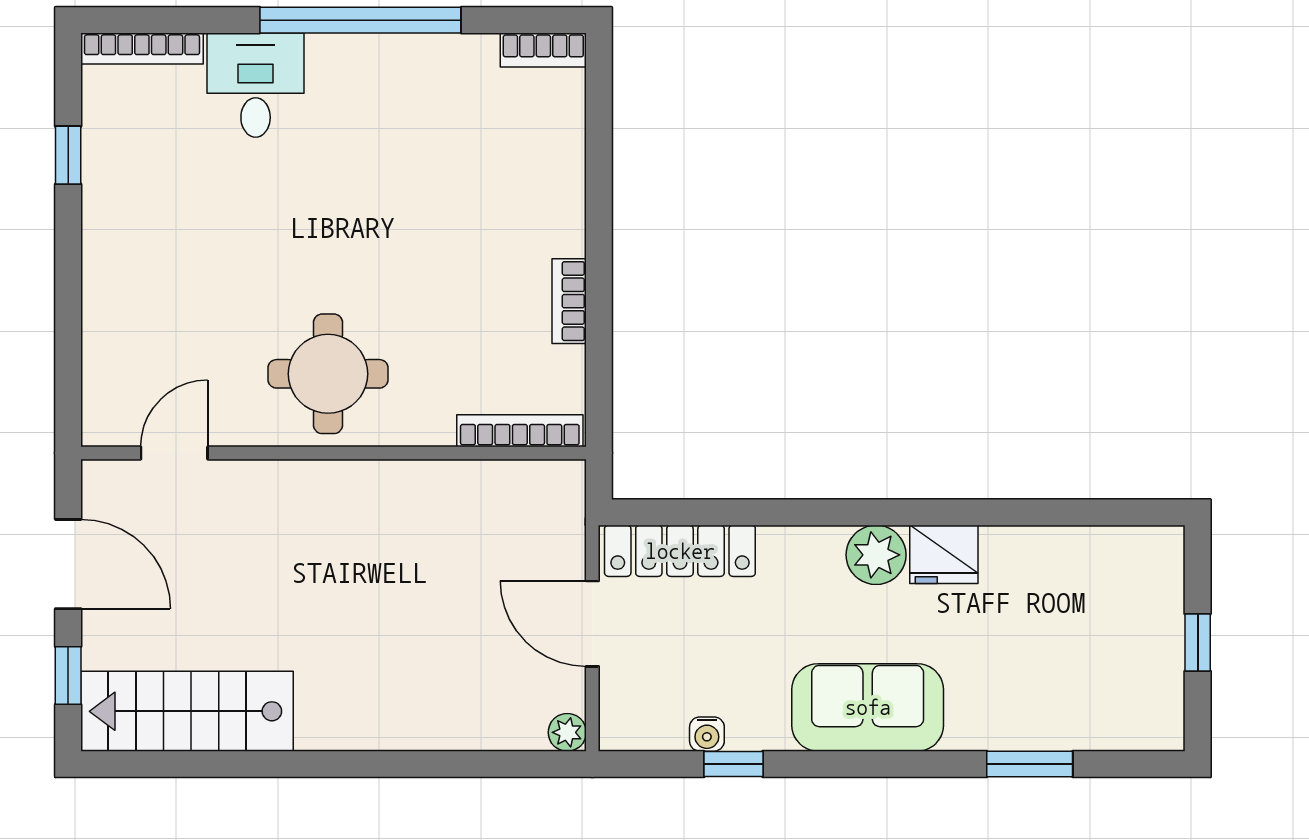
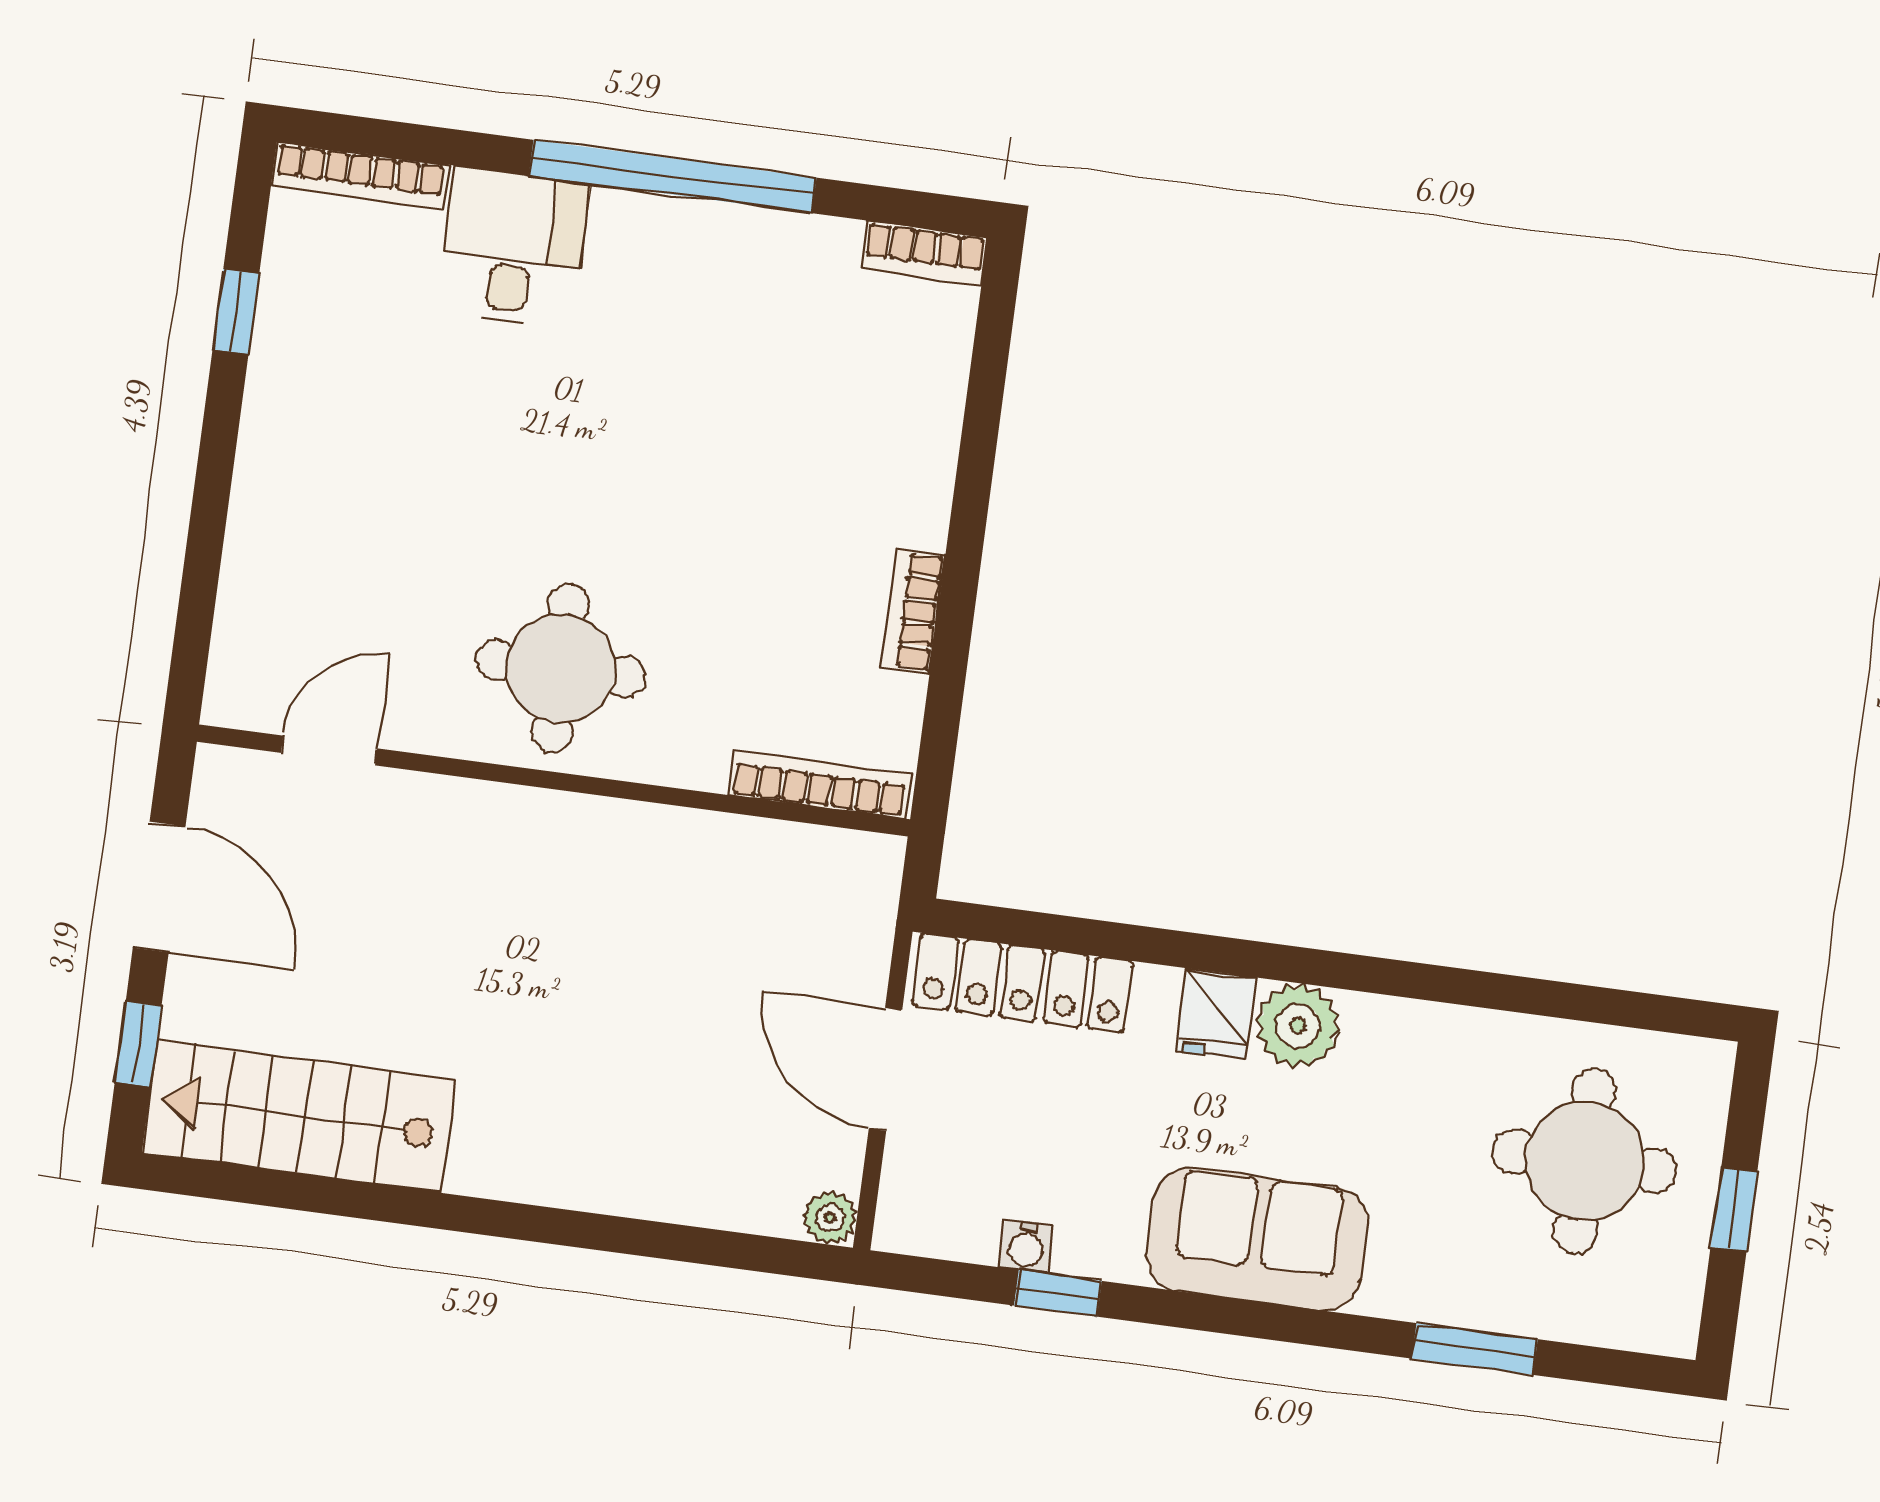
fridge: (944, 554) -> (1216, 1014), moved, width x0.72
round table: (1089, 623) -> (1585, 1161), added

